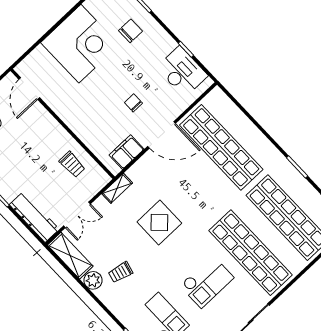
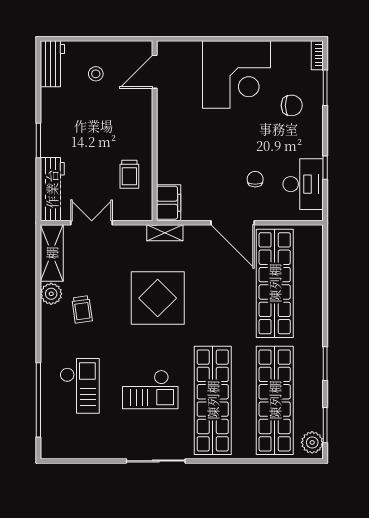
chair: (133, 103) -> (255, 179), moved
filing cabinet: (127, 152) -> (169, 203), moved, turned 90
shelving: (117, 188) -> (165, 233), moved
double door: (77, 215) -> (92, 223), swing flipped
display table: (159, 223) -> (158, 298), width x1.36, depth x1.36
trolley: (120, 272) -> (82, 309), turned -112

